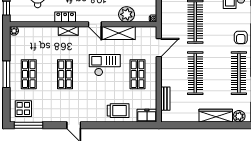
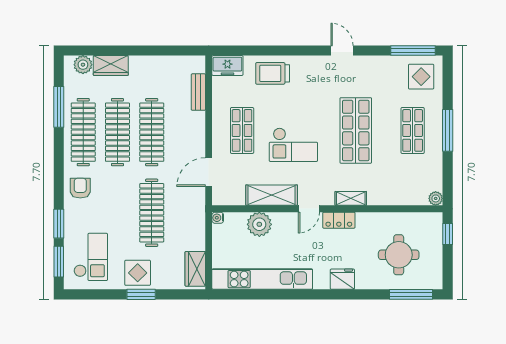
locker: (65, 17) -> (339, 220), moved
door: (95, 24) -> (309, 209), swing flipped
clothes rail: (217, 73) -> (117, 132), added
shop shelf: (65, 74) -> (356, 130), width x1.43, depth x1.36
wardrobe: (216, 116) -> (111, 66), width x0.67

